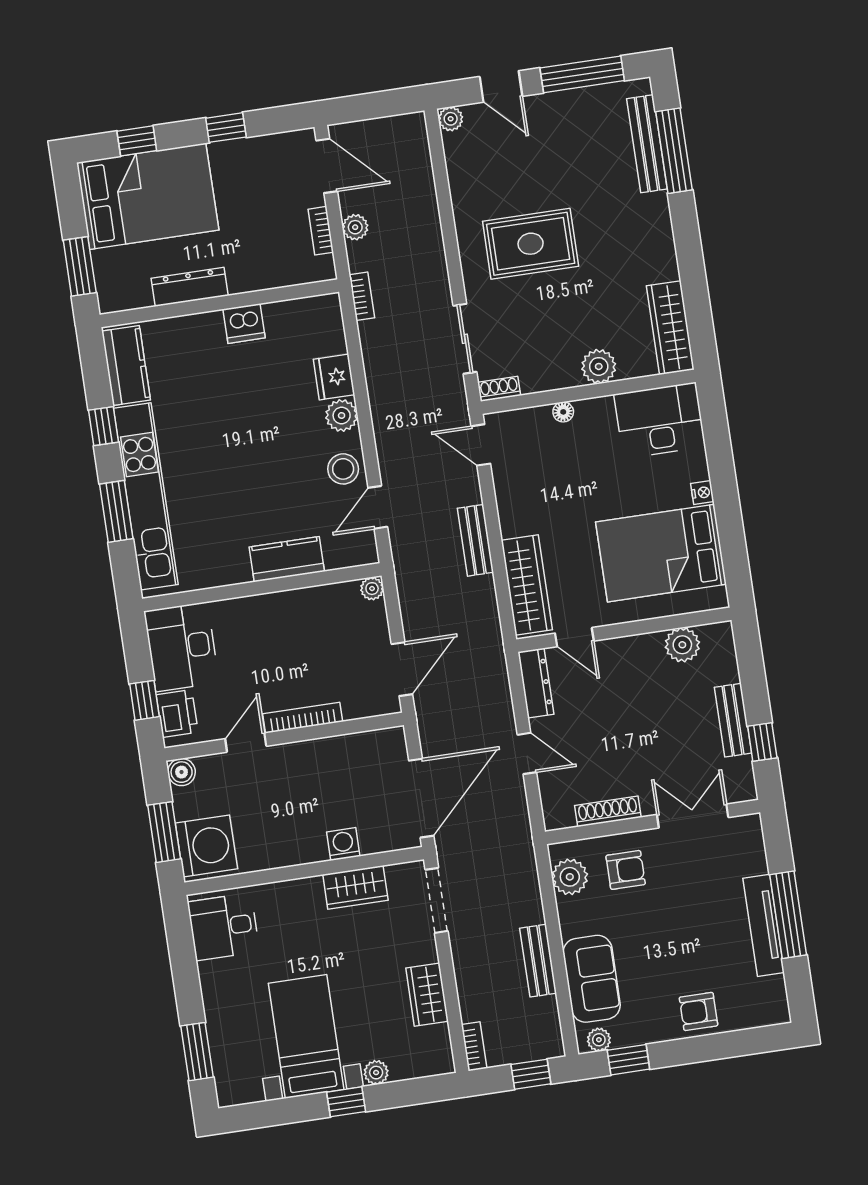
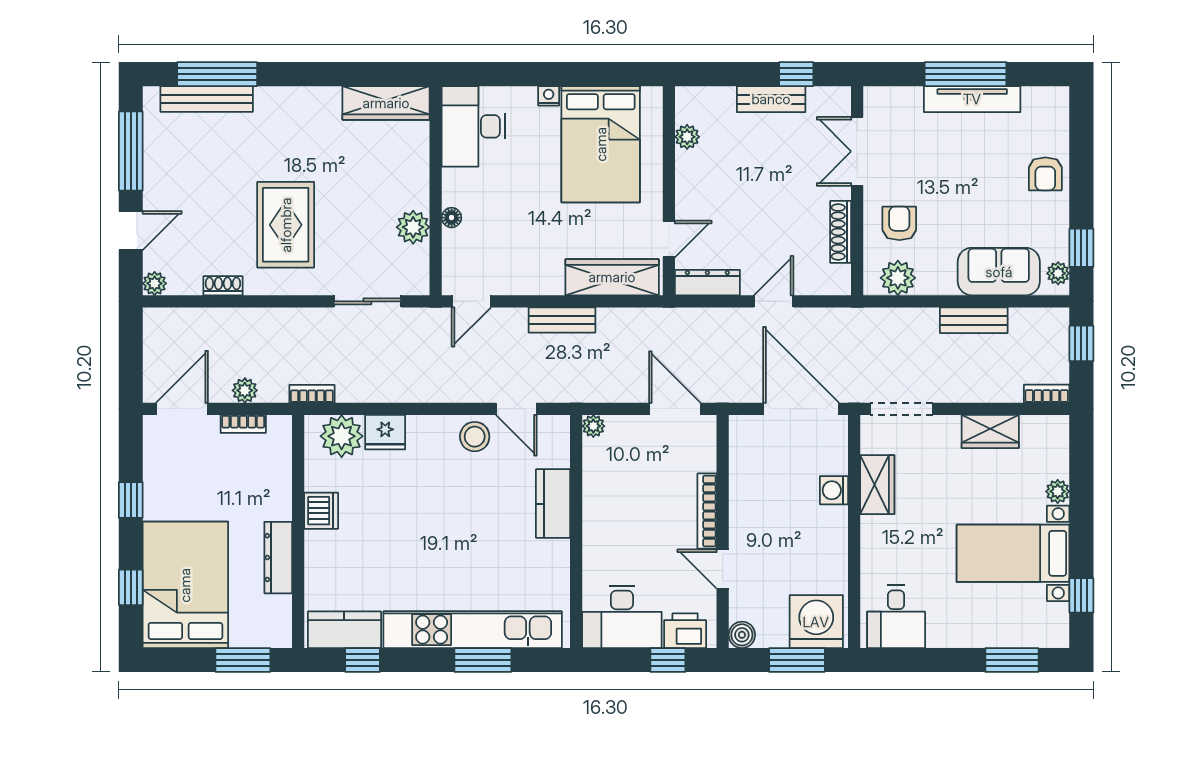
plant: (599, 366) -> (413, 227), moved
shoe rack: (499, 389) -> (223, 286), moved, turned 90
plant: (342, 415) -> (342, 436), moved, width x1.36, depth x1.36
window: (104, 426) -> (363, 660), moved
plant: (682, 645) -> (687, 137), width x0.73, depth x0.73
window: (346, 1102) -> (1081, 595), moved

